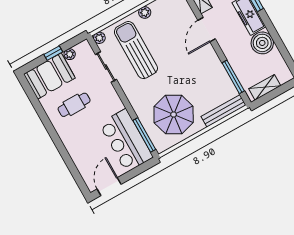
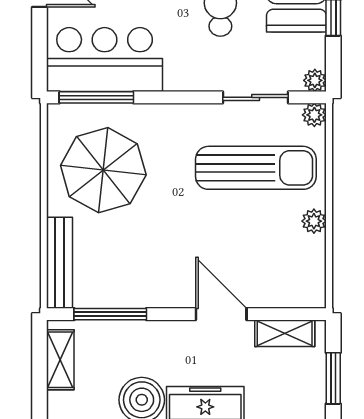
plant: (70, 54) -> (315, 80), moved

